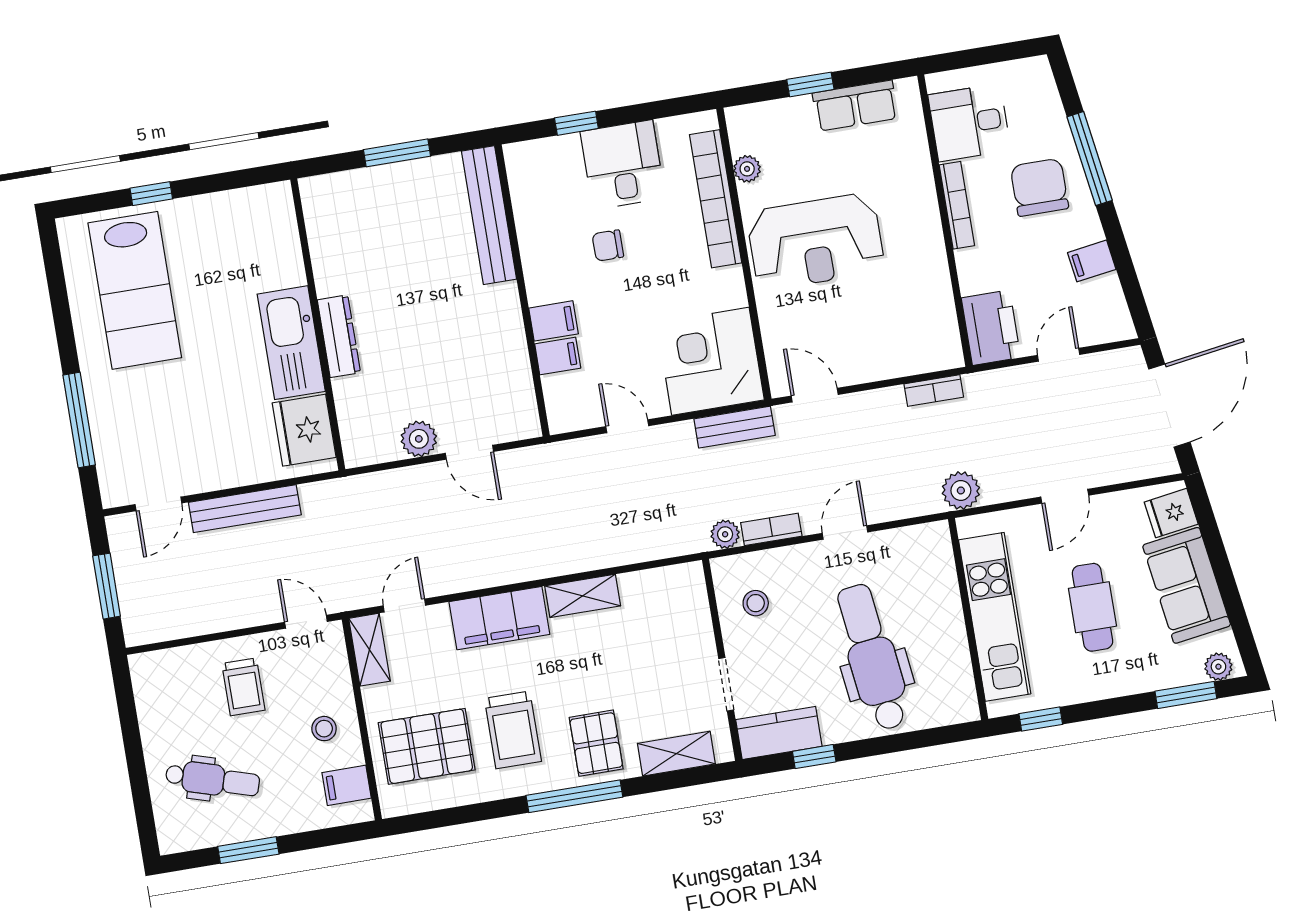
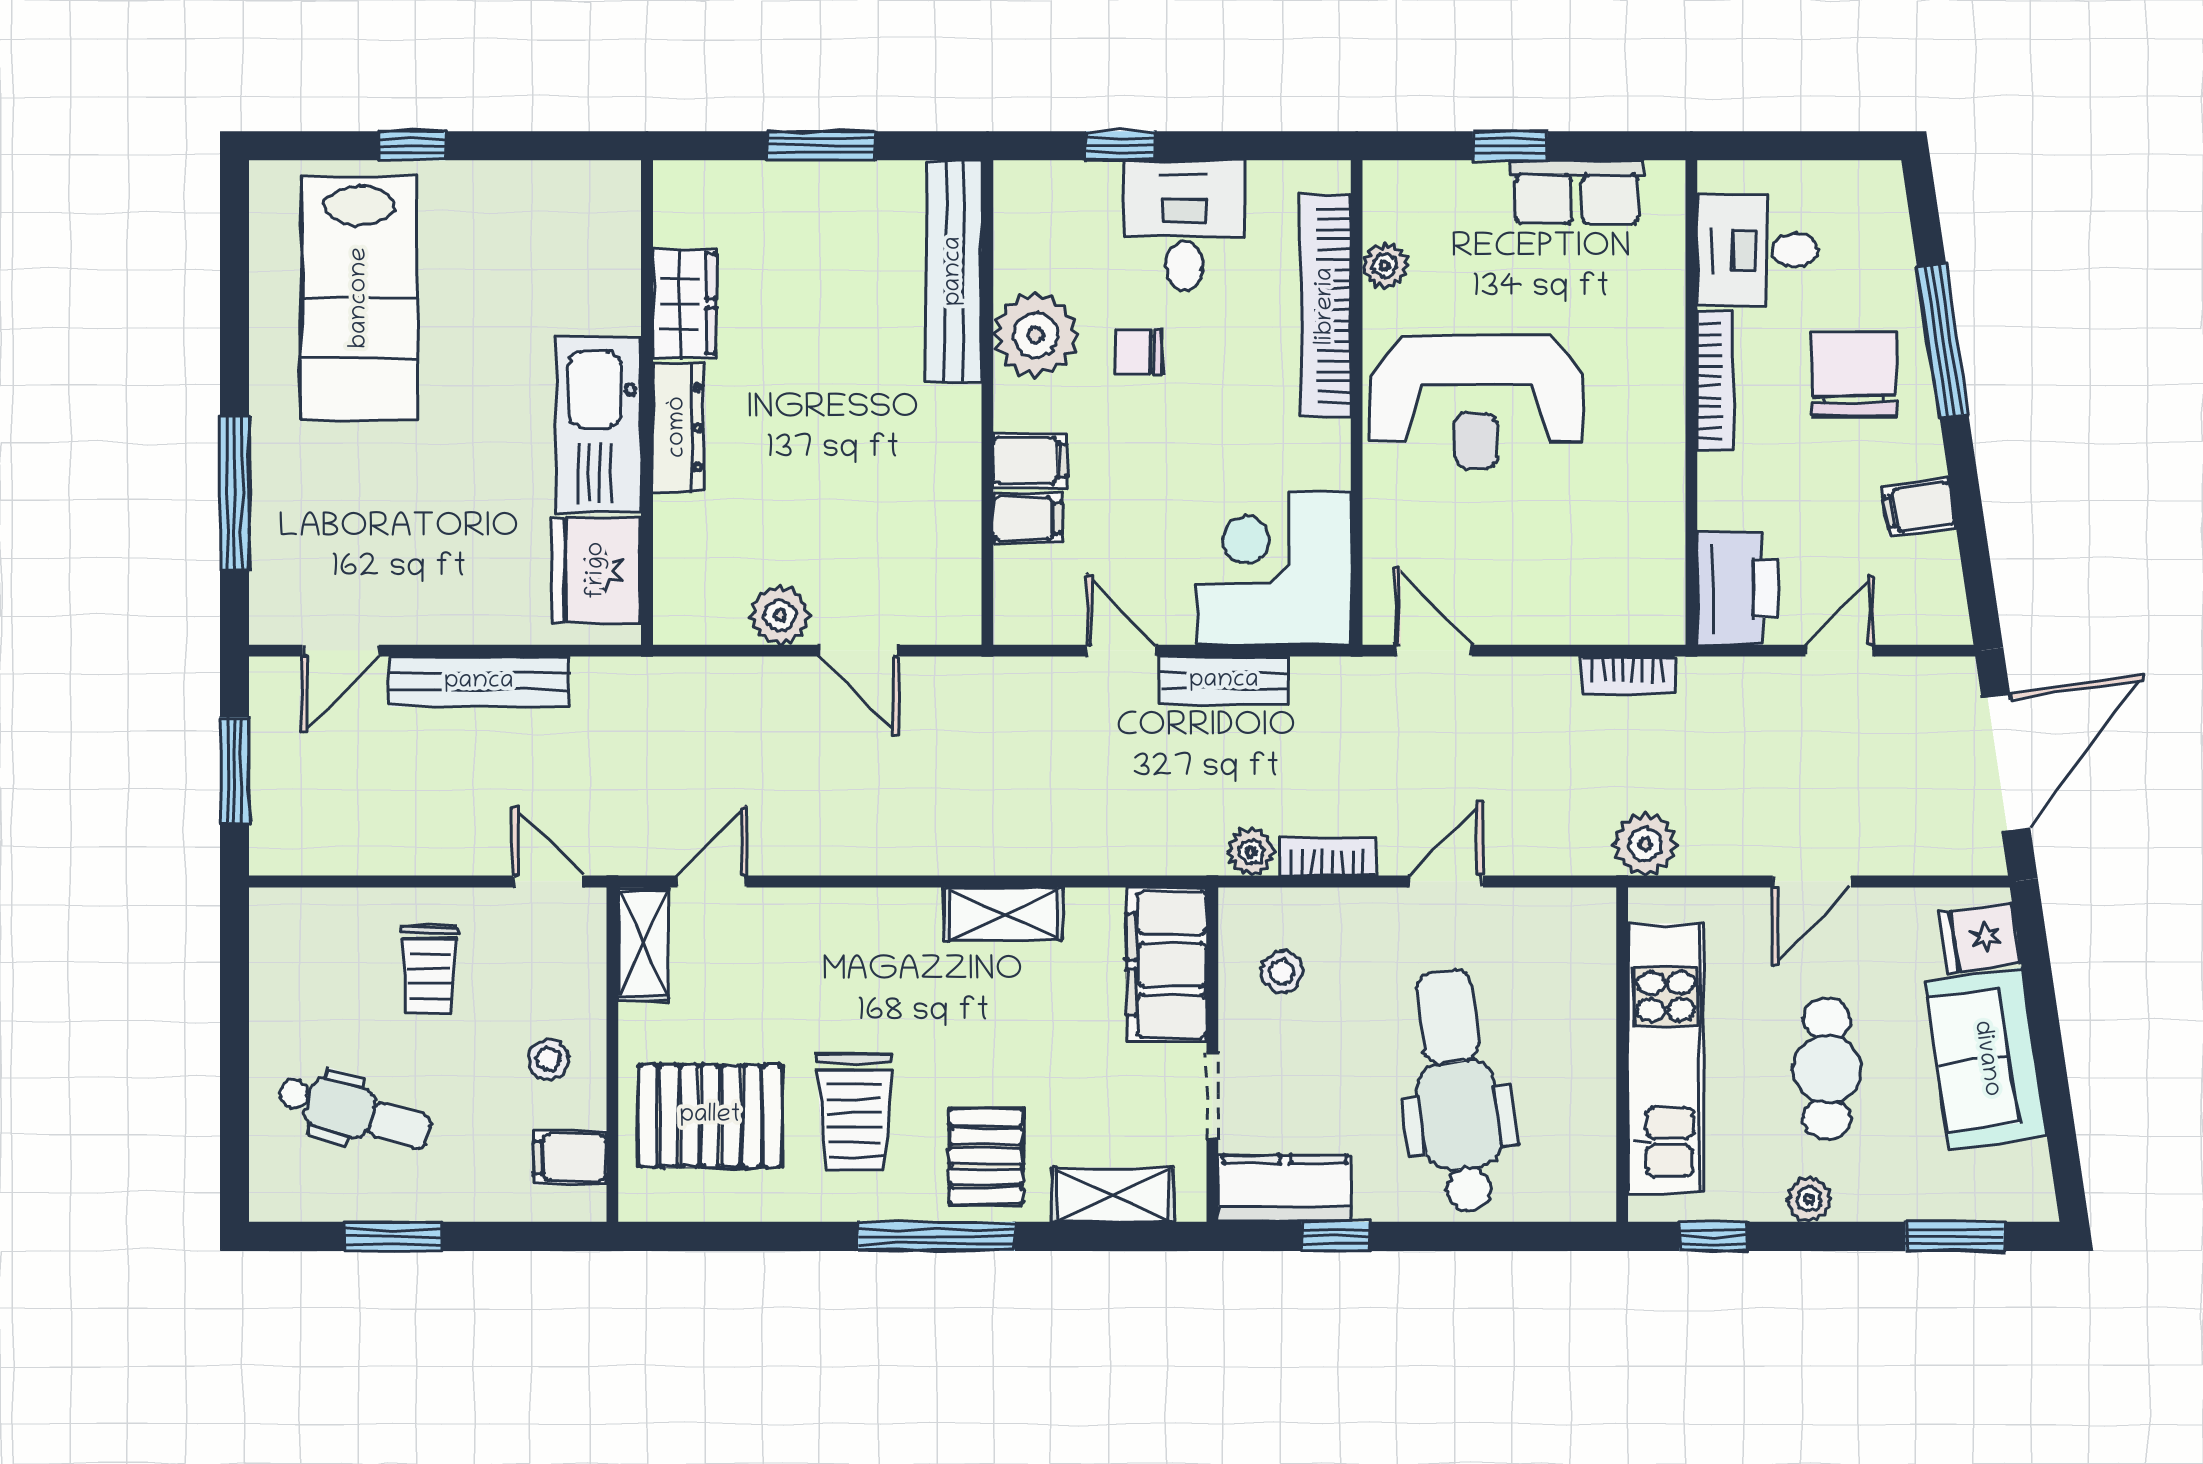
plant: (544, 245) -> (1036, 335), added
wardrobe: (330, 261) -> (684, 303), added
bench: (735, 427) -> (1224, 681), moved
filing cabinet: (499, 618) -> (1167, 965), moved, turned 90
plant: (1218, 667) -> (1809, 1199), moved

